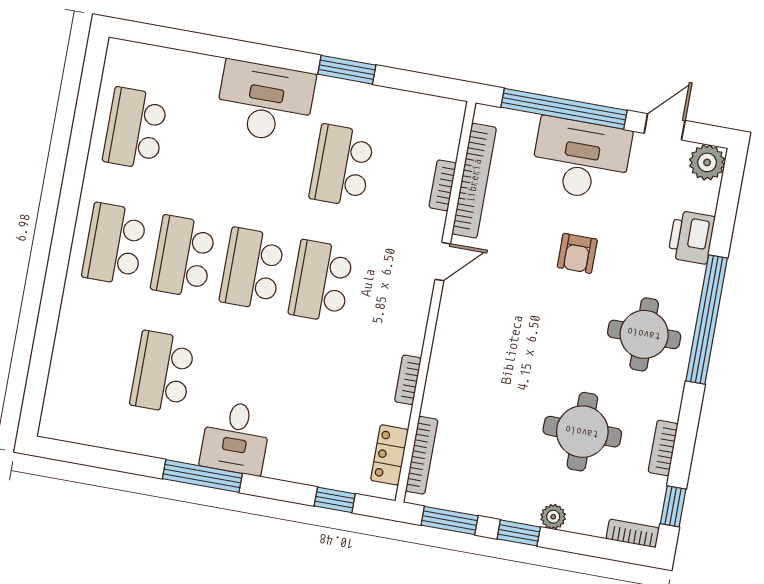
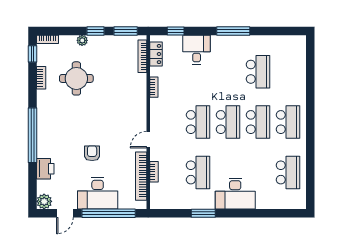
round table: (644, 334) -> (58, 124), removed
desk: (236, 438) -> (197, 50), moved

